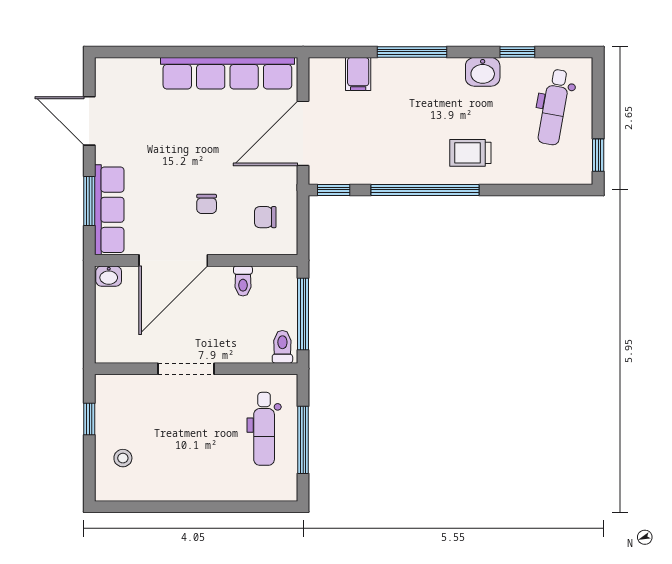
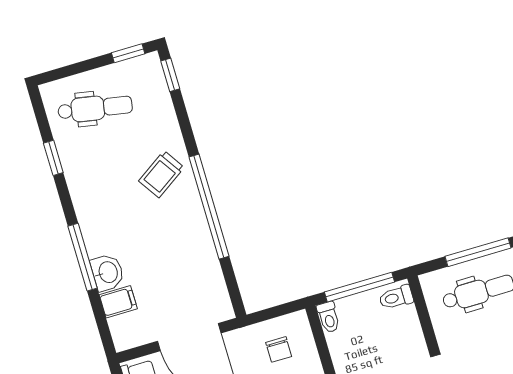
washbasin: (483, 72) -> (107, 272), moved
trolley: (470, 153) -> (161, 174), turned 56
window: (334, 190) -> (170, 75), moved
toilet: (243, 281) -> (329, 317), moved, turned 90

